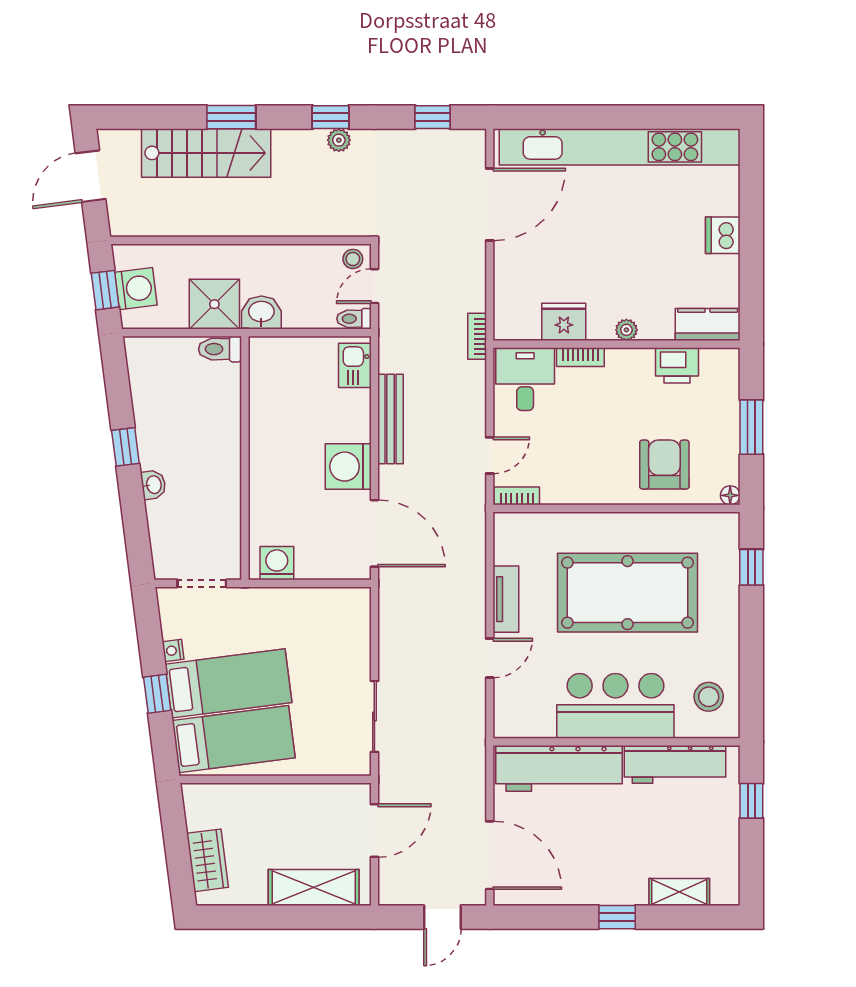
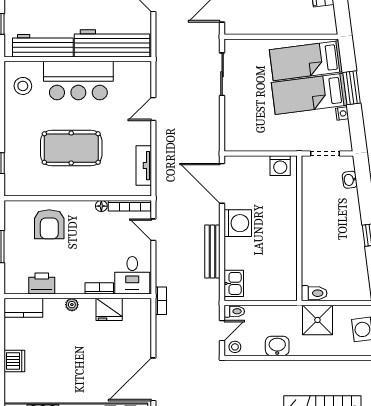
washbasin: (261, 313) -> (277, 346), moved, turned 180
door: (490, 455) -> (153, 230), hinge flipped
washbasin: (153, 485) -> (350, 180), moved
floor lamp: (730, 495) -> (101, 206), moved
bookcase: (517, 496) -> (130, 206), width x1.56
pool table: (628, 593) -> (71, 148), width x0.73, depth x0.76
tv unit: (506, 599) -> (144, 166), moved
window: (157, 694) -> (352, 88), width x1.50

